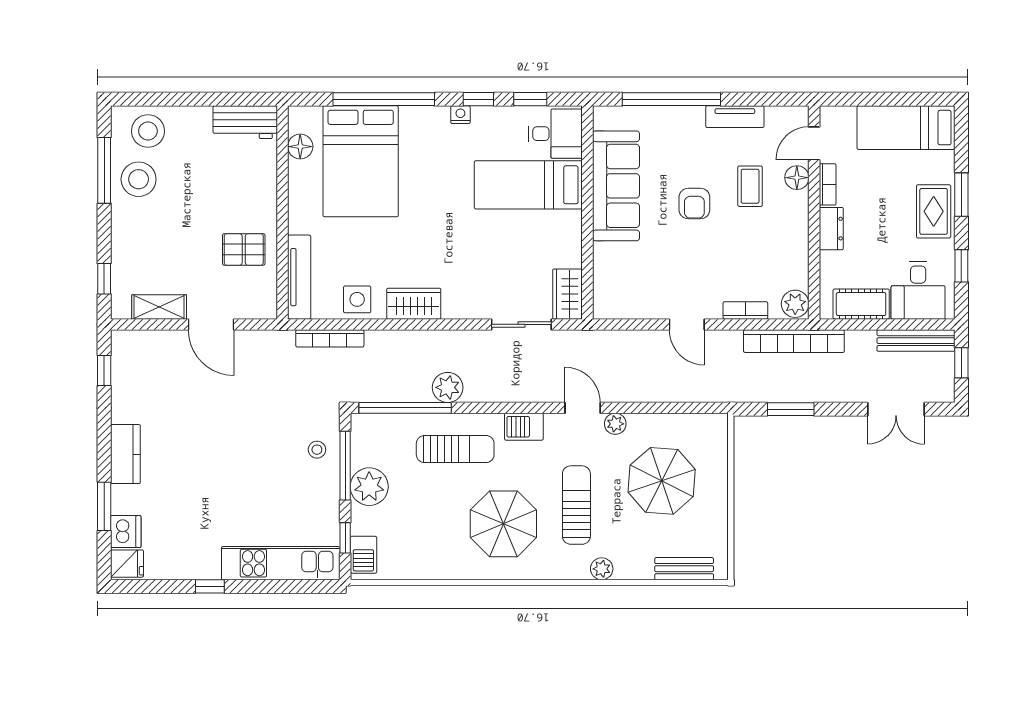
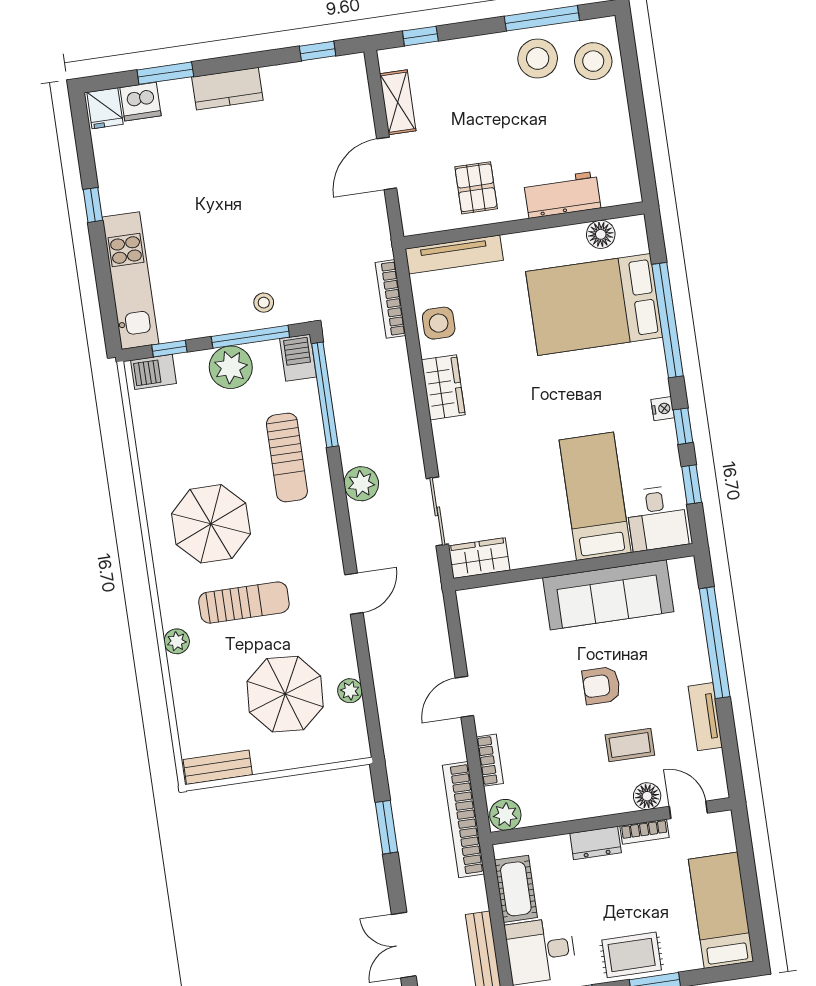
workbench: (245, 122) -> (562, 195), moved, turned 90
plant: (448, 387) -> (361, 484), moved
plant: (615, 424) -> (350, 691), moved
barbecue: (524, 427) -> (298, 358), moved
bench: (684, 569) -> (218, 767), moved, turned 90

